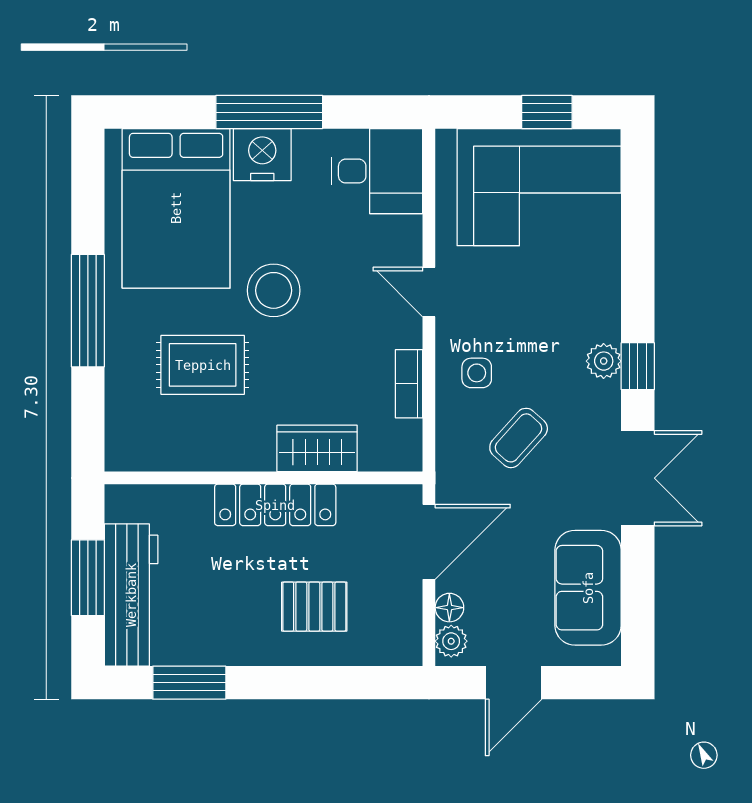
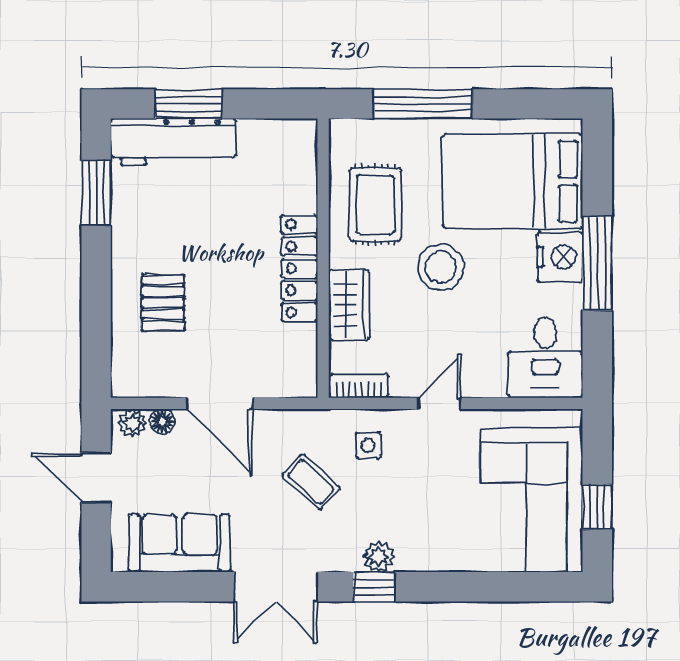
wardrobe: (317, 448) -> (349, 305), moved
wall: (264, 478) -> (323, 258), moved
locker: (275, 505) -> (299, 268), moved

